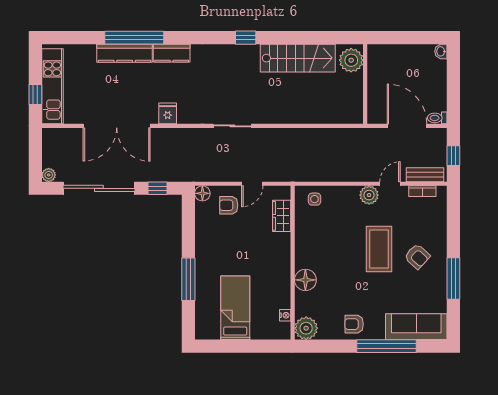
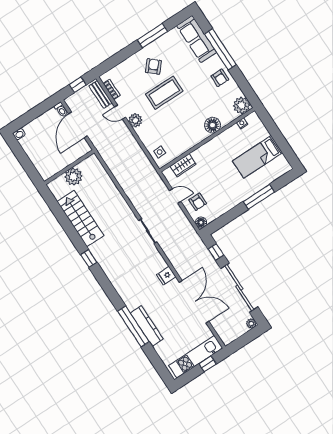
kitchen counter: (172, 53) -> (128, 297), removed
plant: (351, 60) -> (73, 177), moved

